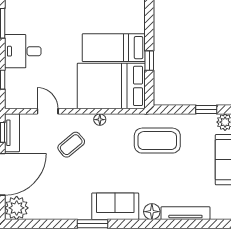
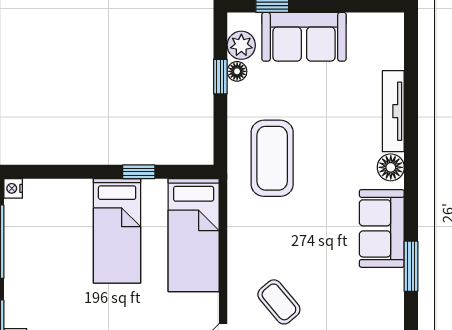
bed: (111, 86) -> (194, 235), width x0.67
floor lamp: (100, 120) -> (237, 71), moved

